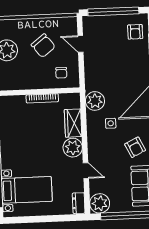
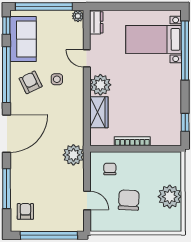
chair: (43, 46) -> (129, 200), turned 41
plant: (95, 101) -> (73, 155), moved
side table: (111, 123) -> (57, 79), moved
plant: (100, 203) -> (78, 16), width x0.53, depth x0.53

